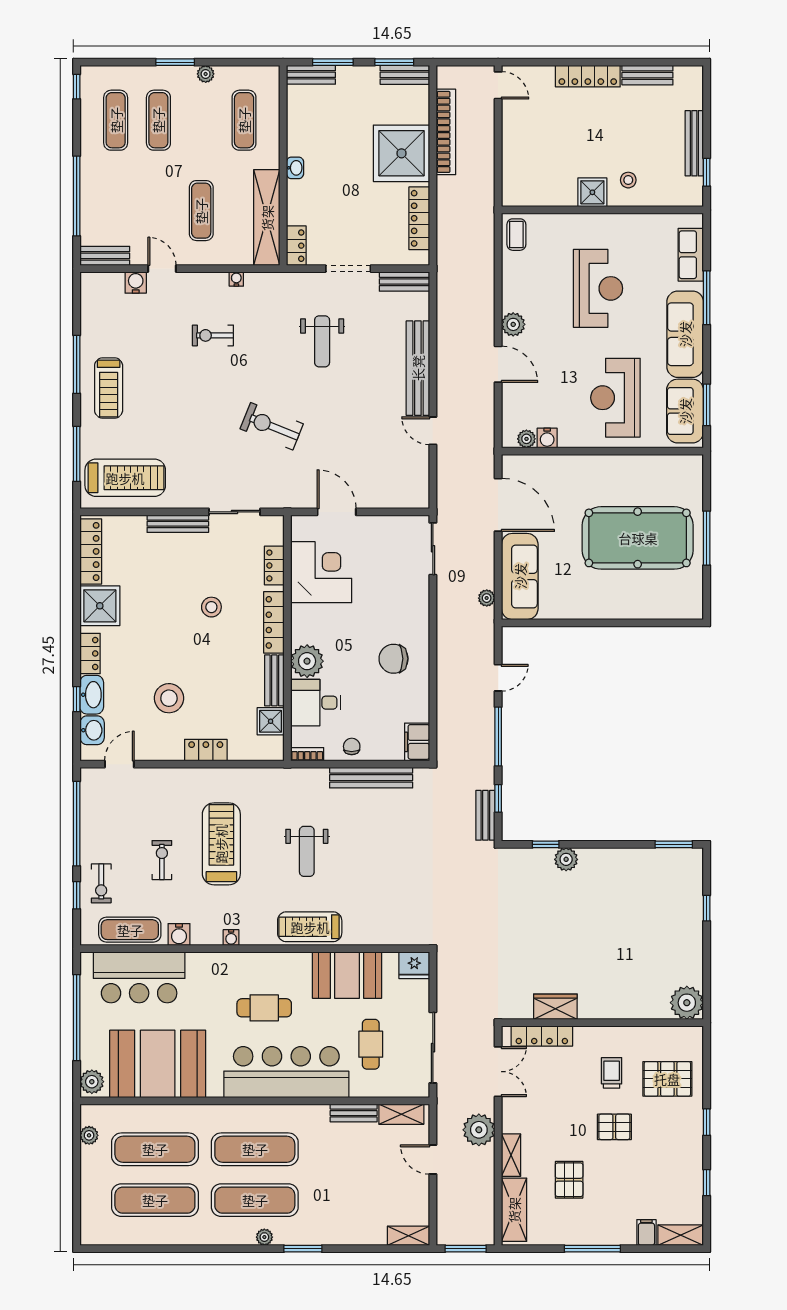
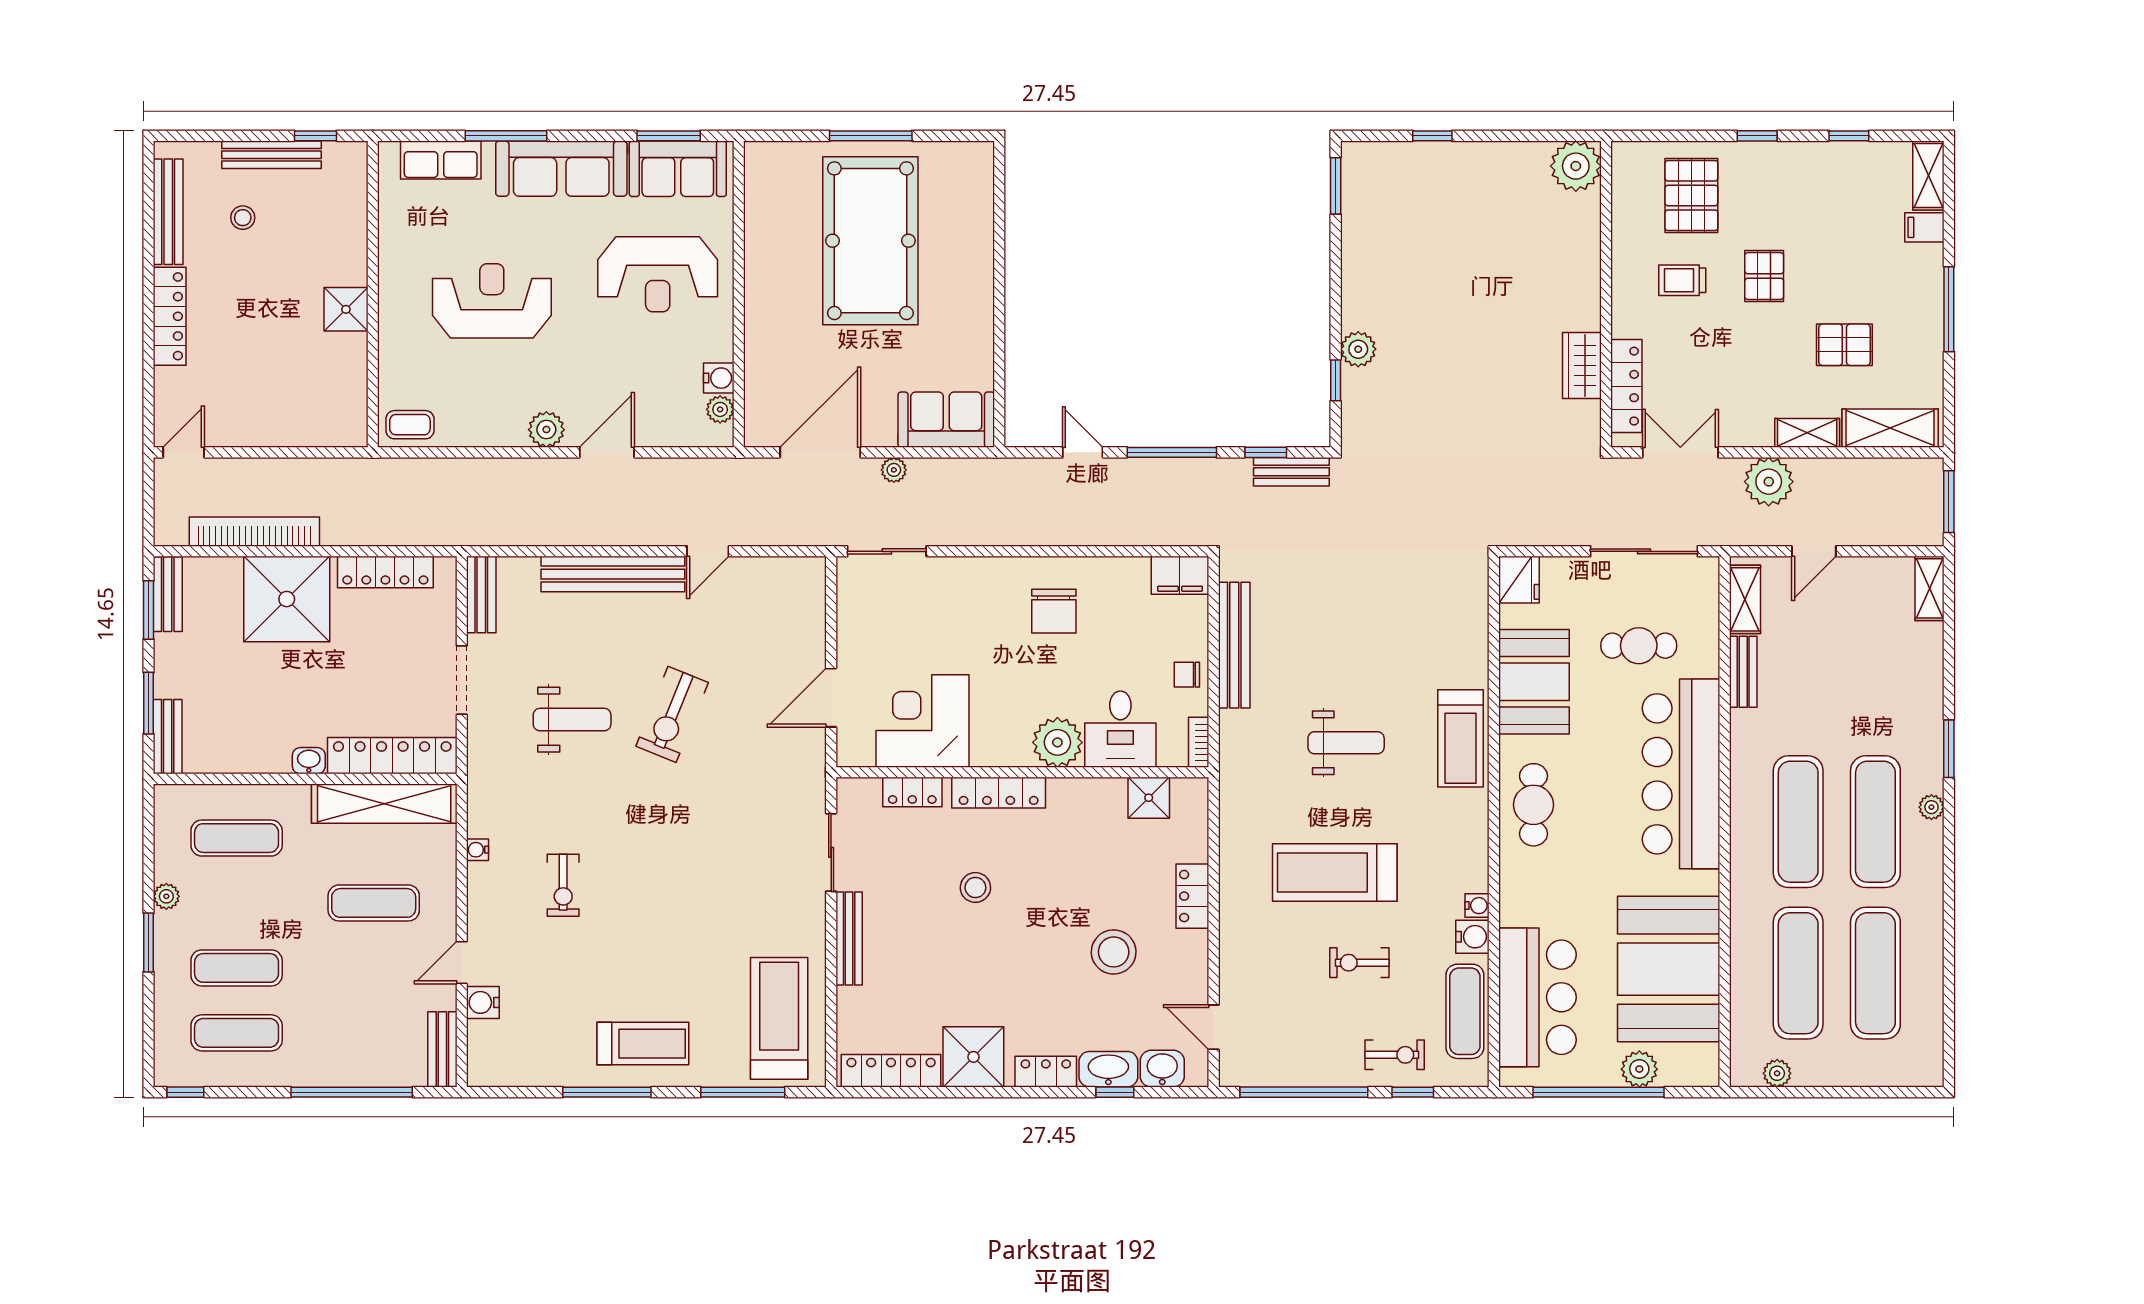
bench: (647, 75) -> (168, 212), width x1.36
stool: (628, 180) -> (243, 218), moved
locker: (296, 246) -> (392, 756), width x2.16, depth x1.21
exercise bike: (272, 426) -> (672, 714), moved
sofa: (520, 576) -> (946, 420), width x0.73
plant: (487, 598) -> (894, 470), moved
bench: (274, 680) -> (1087, 792), removed
water cooler: (231, 938) -> (1477, 906), moved
cafe table: (264, 1008) -> (1533, 805), moved
plant: (92, 1082) -> (1639, 1069), moved

